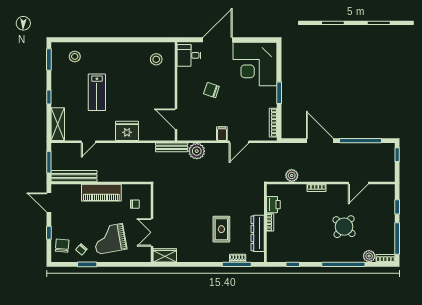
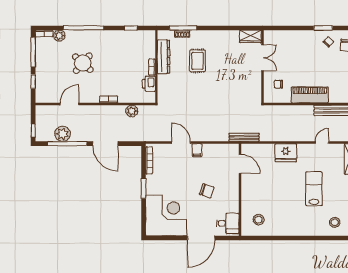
door: (239, 142) -> (181, 143), hinge flipped
plant: (197, 151) -> (63, 134), moved
grand piano: (110, 239) -> (302, 52), removed

